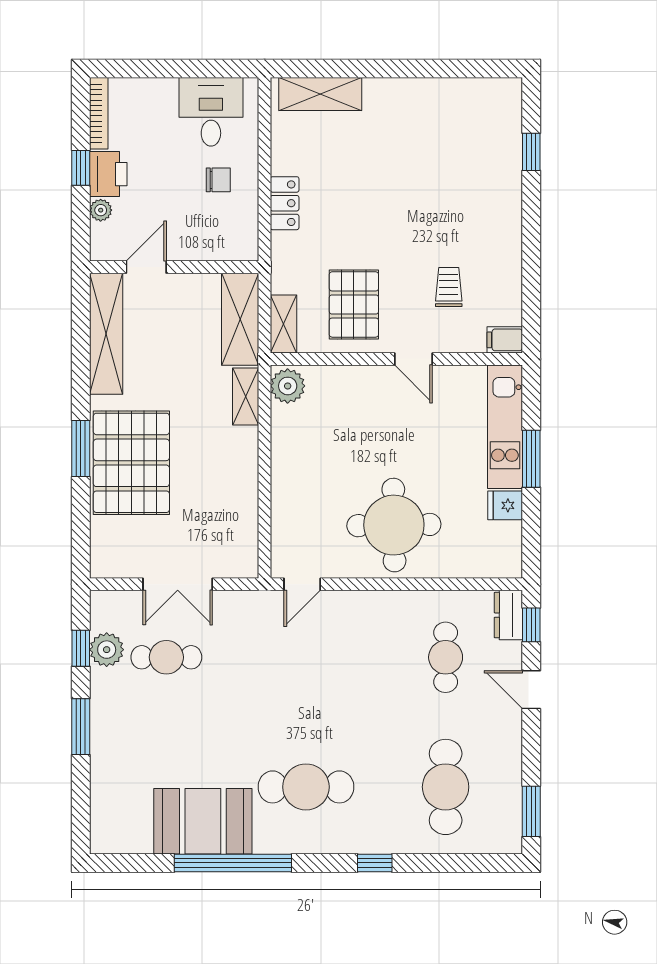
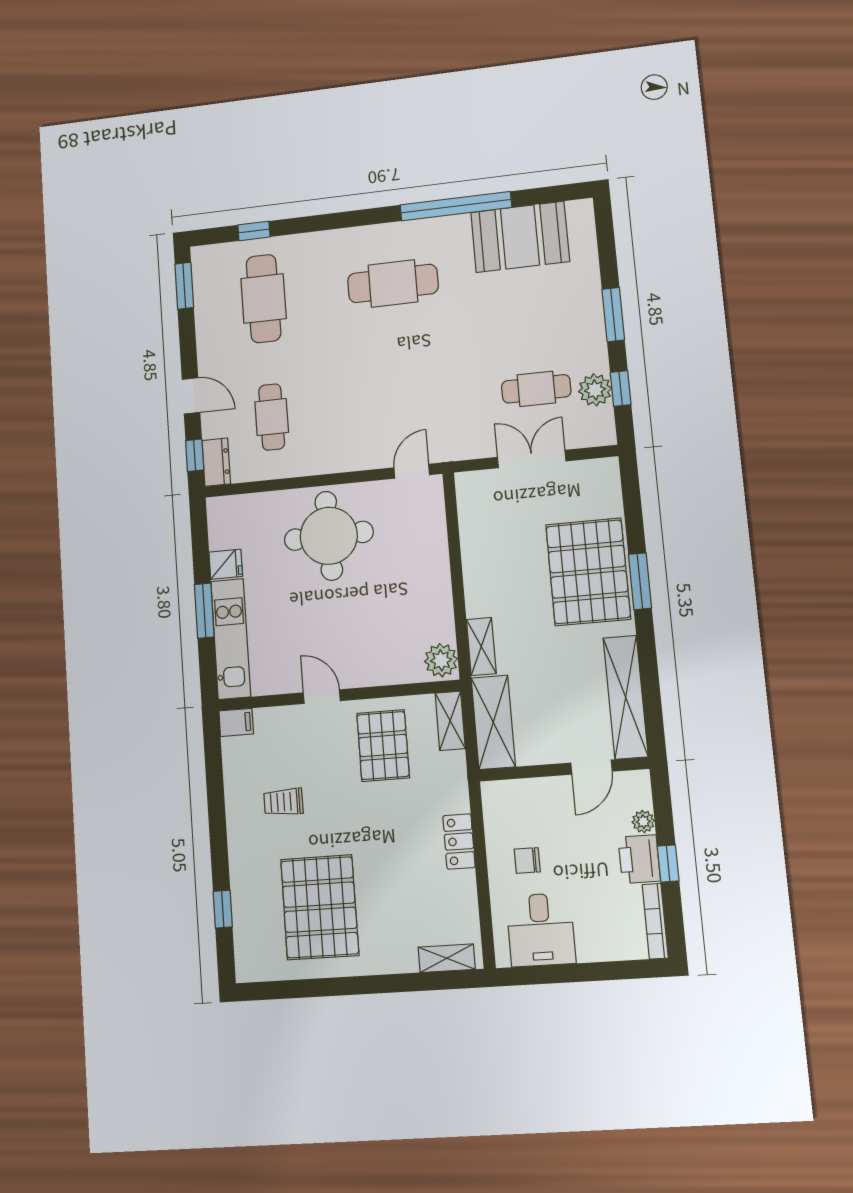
shelving: (320, 94) -> (447, 958), width x0.67, depth x0.75
pallet: (431, 147) -> (320, 907), added
trolley: (449, 287) -> (283, 802), moved, turned 90
booth: (203, 821) -> (520, 237), moved
window: (375, 863) -> (254, 231), moved

